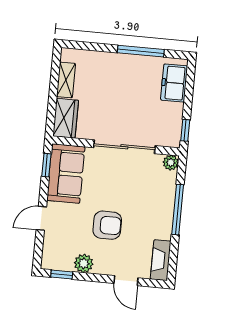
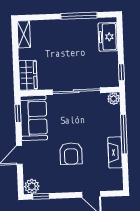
shelving: (66, 80) -> (24, 34), moved
armchair: (107, 225) -> (71, 154), turned 90
fireplace: (161, 260) -> (115, 152), moved
plant: (84, 263) -> (32, 186), moved

